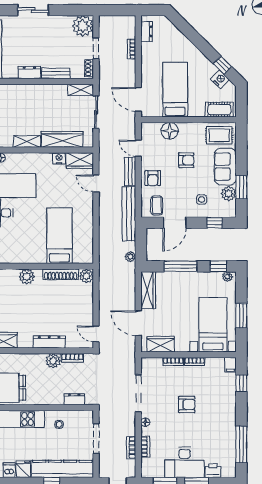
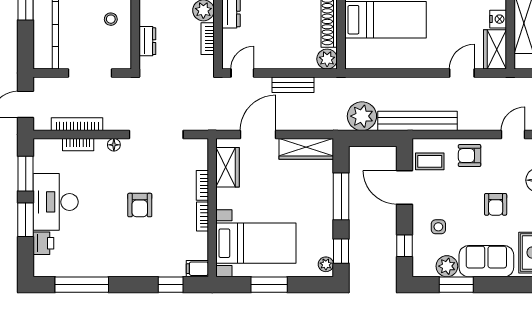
bench: (130, 171) -> (293, 85), moved
plant: (130, 257) -> (362, 116), width x1.88, depth x1.88
bookcase: (131, 447) -> (77, 124), width x1.56

